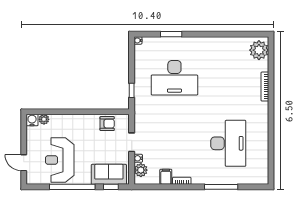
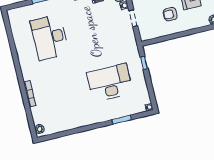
plant: (259, 50) -> (40, 129), width x0.53, depth x0.53
armchair: (107, 124) -> (170, 14), moved

